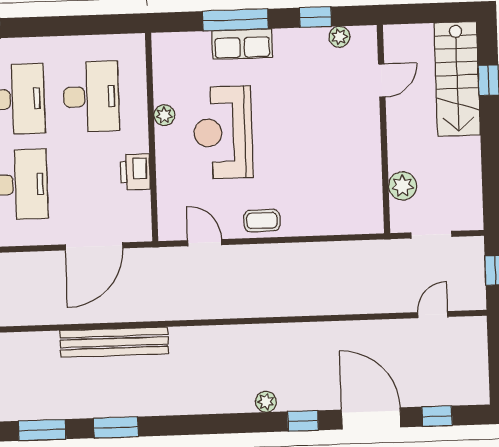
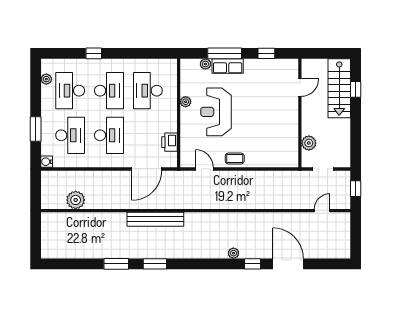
plant: (339, 37) -> (205, 64), moved
desk: (91, 97) -> (148, 91), turned 180
printer: (135, 172) -> (169, 142), moved
window: (437, 416) -> (323, 264), removed

